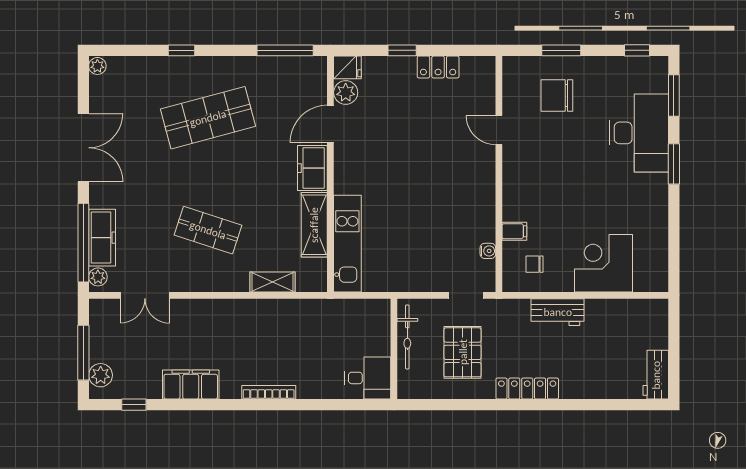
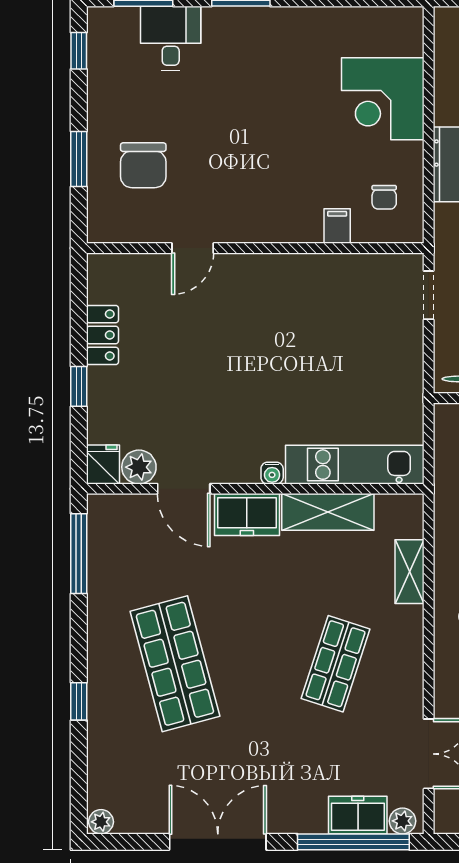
desk: (639, 133) -> (171, 38), width x0.53, depth x0.77
freezer: (102, 238) -> (358, 815), width x0.71
water cooler: (488, 251) -> (272, 473), moved, turned 180

